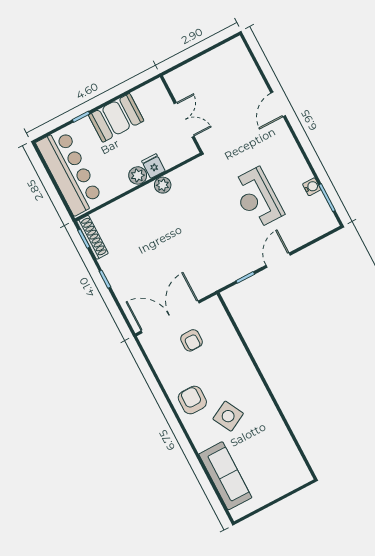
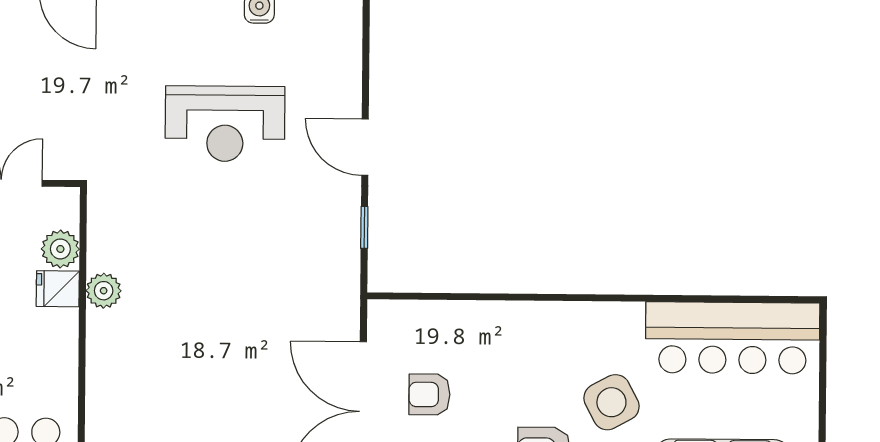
plant: (138, 175) -> (60, 249), moved
armchair: (192, 340) -> (429, 395), turned 180
bar counter: (281, 451) -> (733, 338), added

